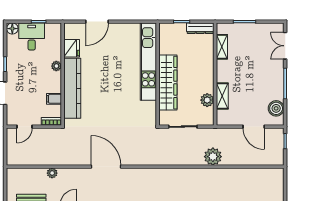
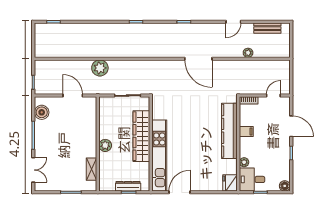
door: (97, 22) -> (180, 192), moved
dresser: (200, 28) -> (128, 186), moved
desk: (32, 37) -> (252, 179), moved, turned 90
fridge: (72, 48) -> (230, 183), moved
plant: (56, 66) -> (244, 162), moved
shelving: (222, 96) -> (91, 124), removed
filing cabinet: (54, 99) -> (246, 131), moved
plant: (207, 100) -> (105, 145), moved
door: (254, 127) -> (73, 96), moved

